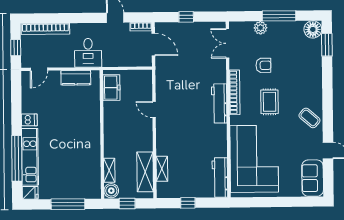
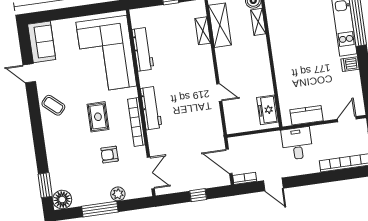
workbench: (220, 177) -> (143, 49), moved

